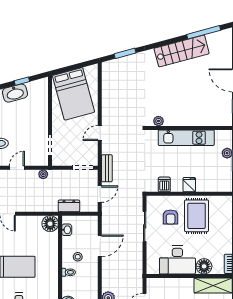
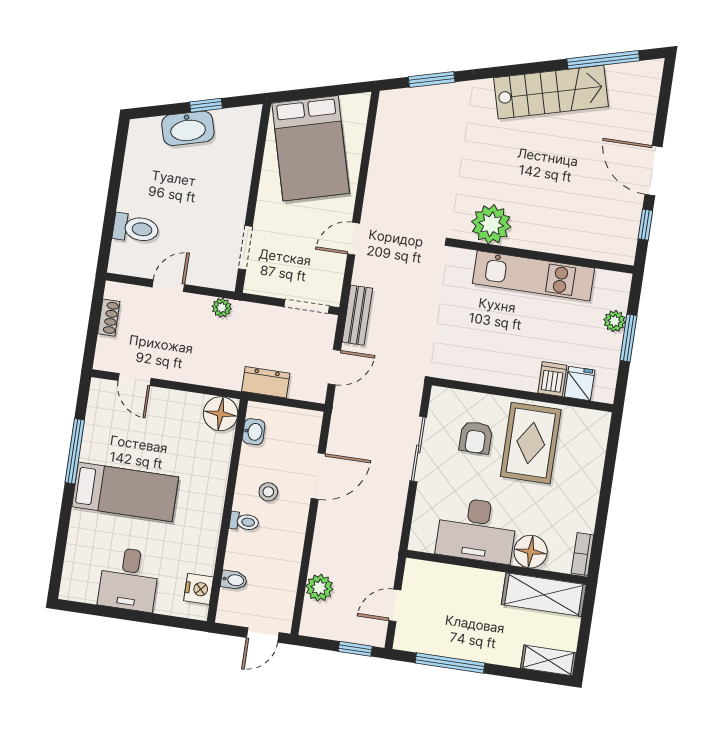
plant: (158, 121) -> (491, 224), width x1.87, depth x1.87
dishwasher: (164, 184) -> (552, 379), moved
fridge: (189, 185) -> (580, 383), moved

